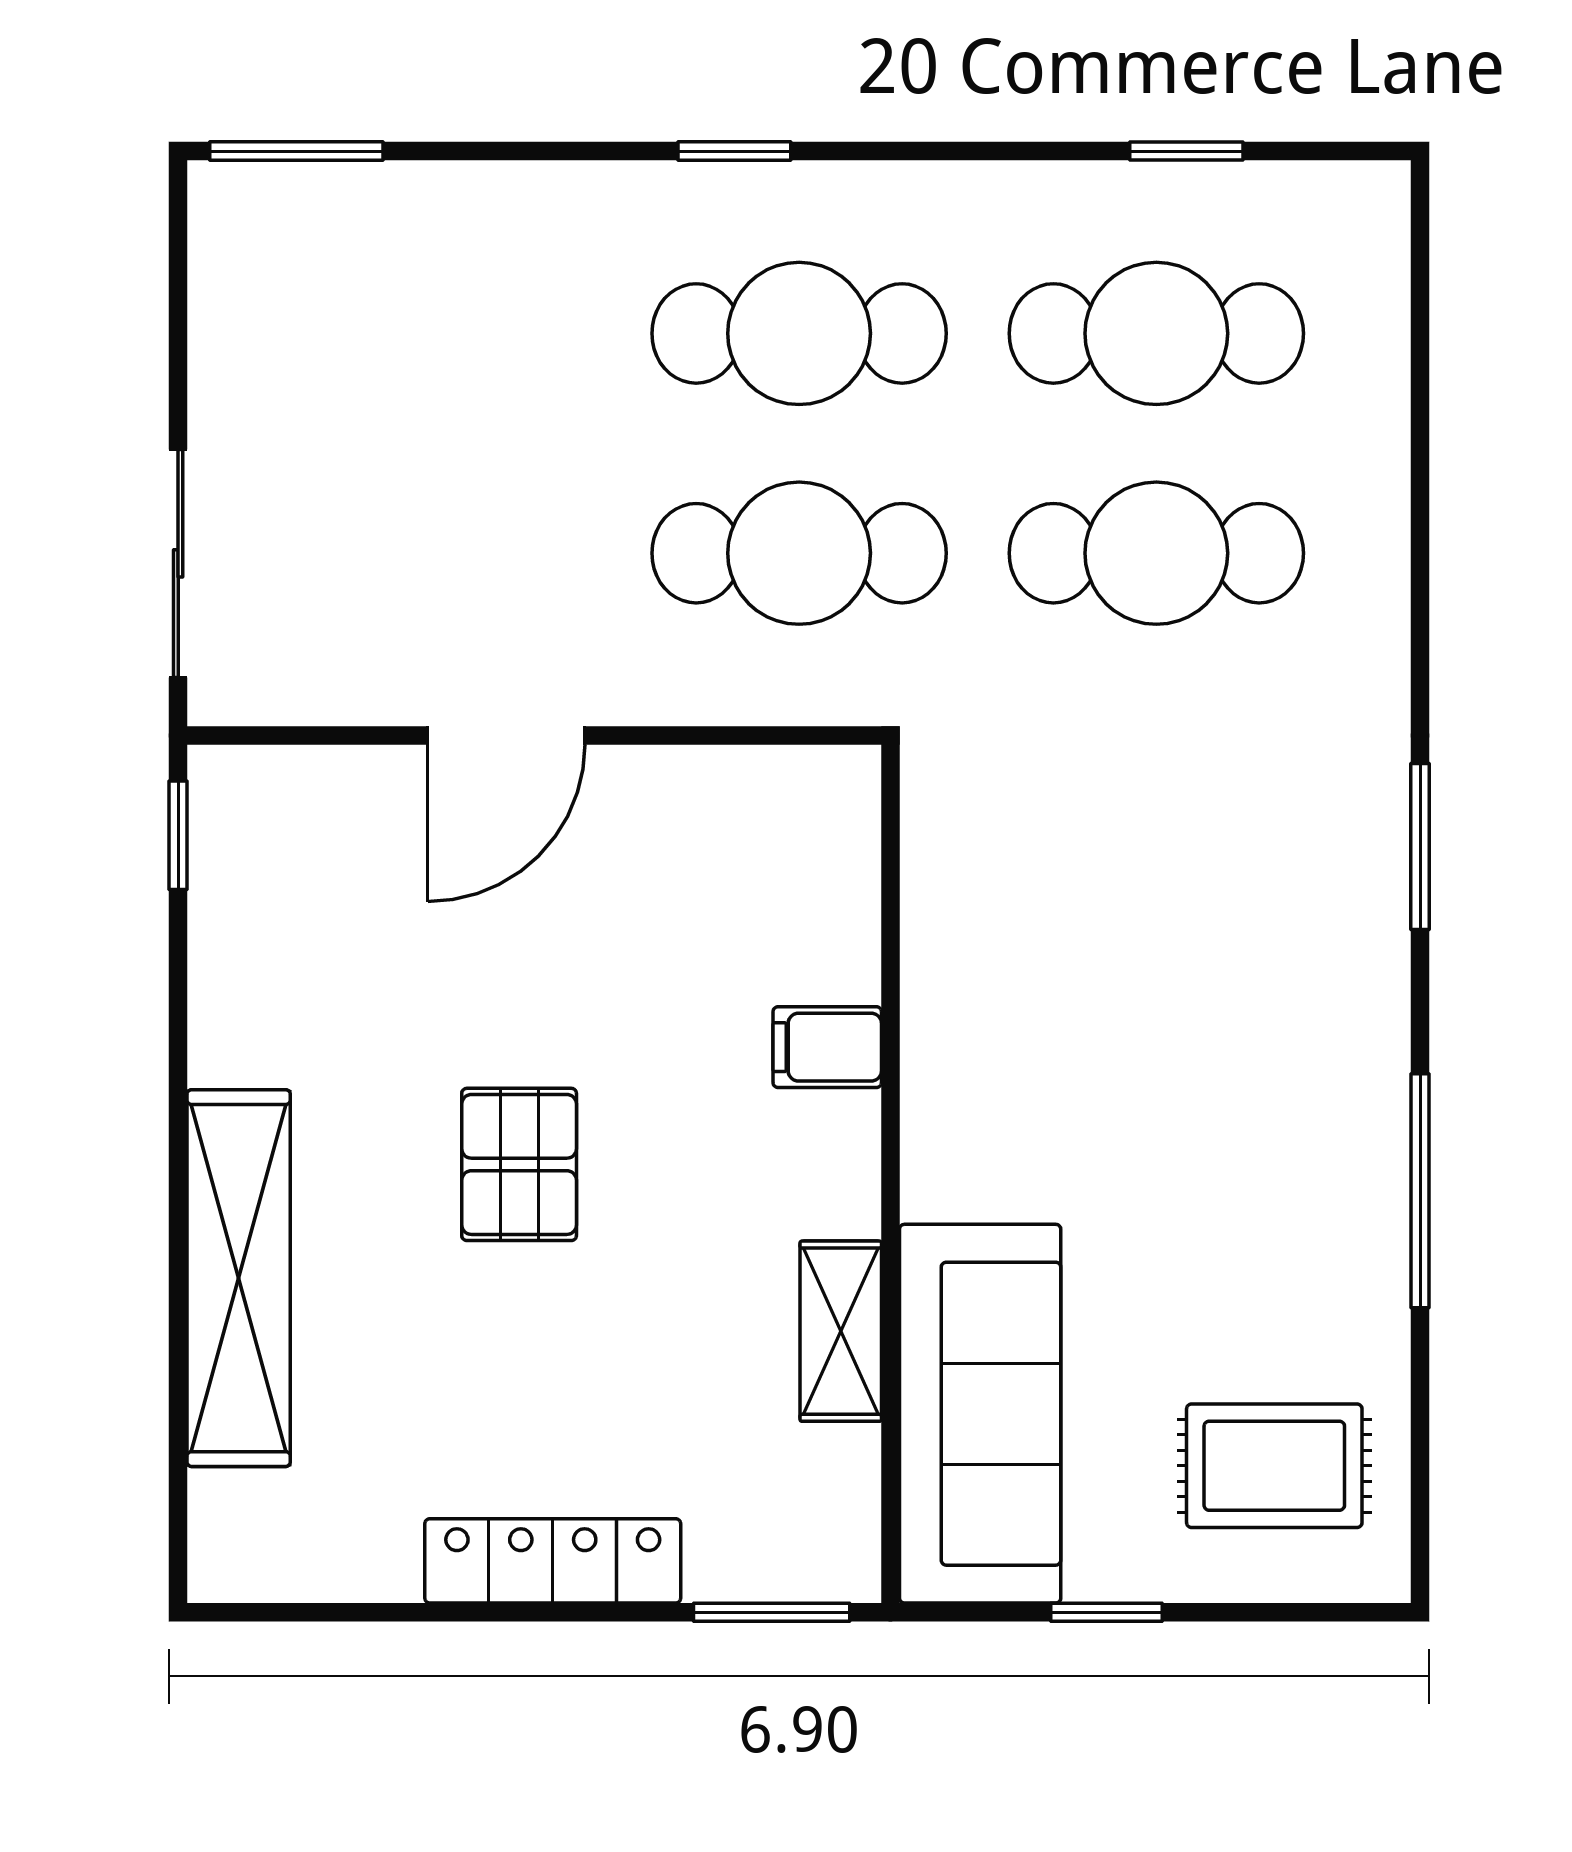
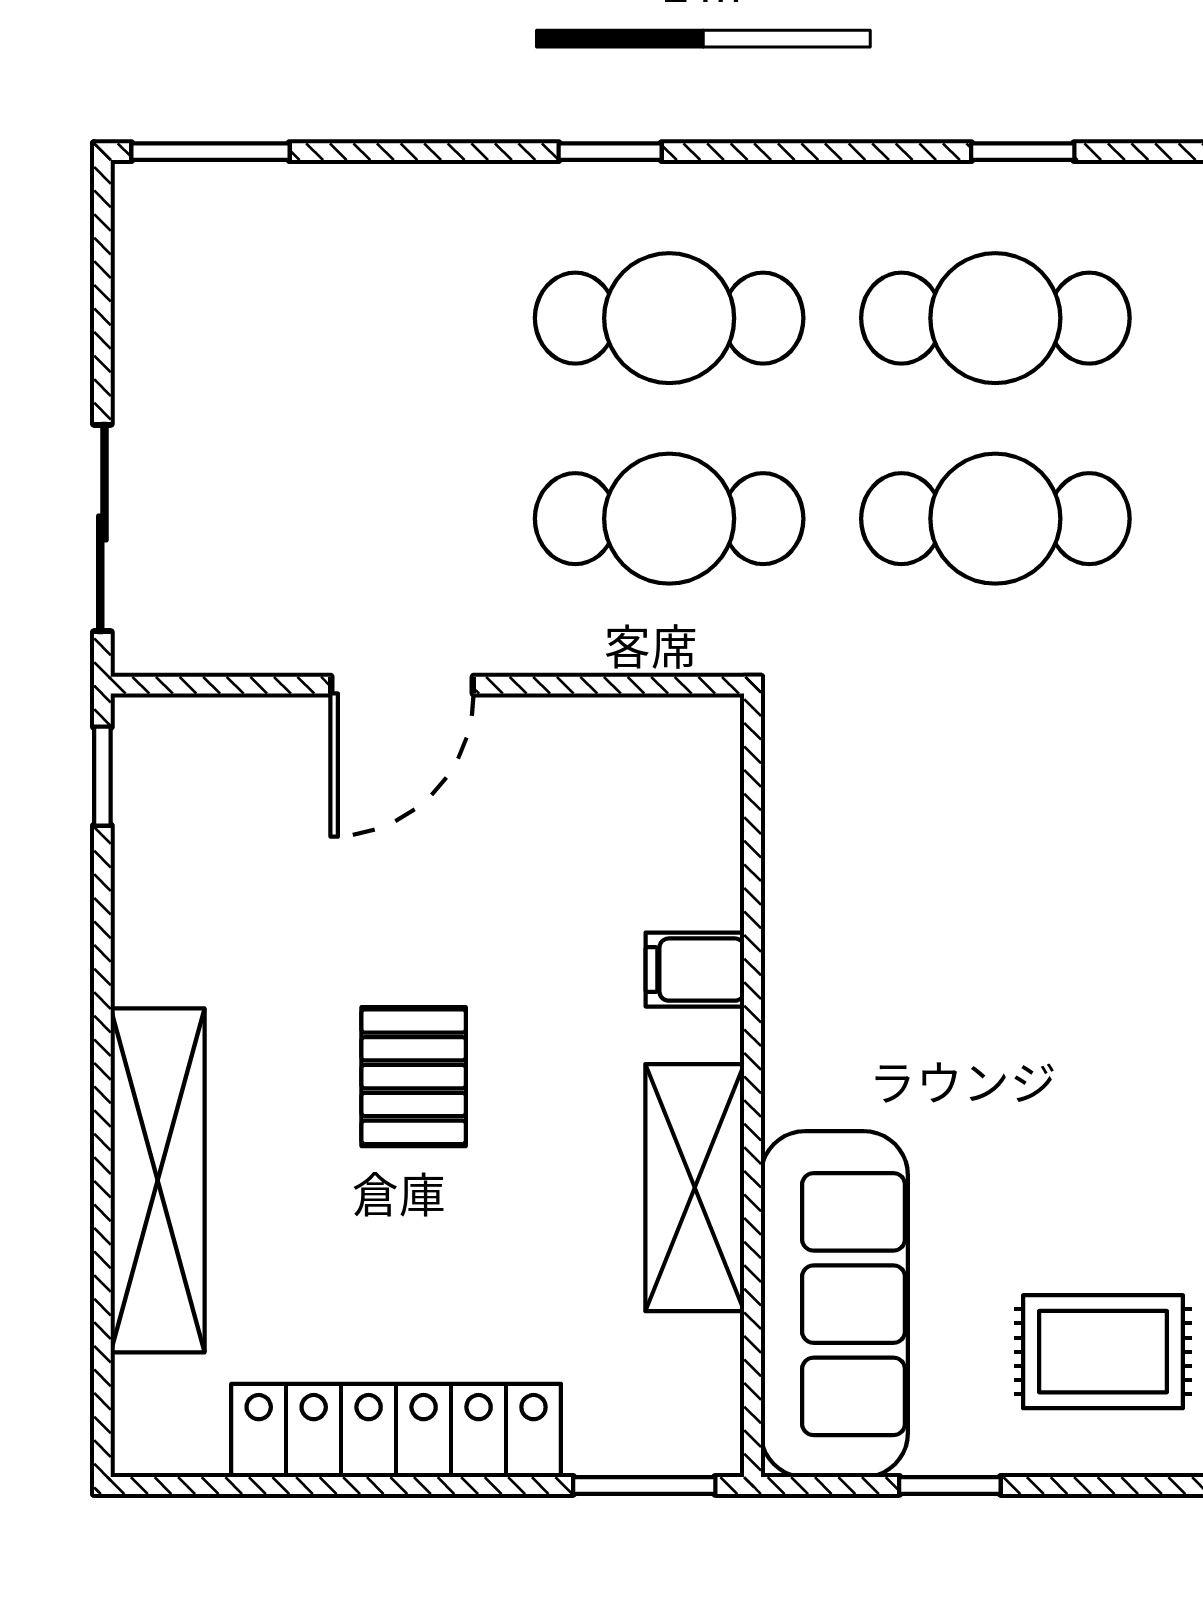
shelving: (841, 1331) -> (695, 1188), width x1.50, depth x1.33
locker: (553, 1561) -> (396, 1430), width x1.41, depth x1.21

